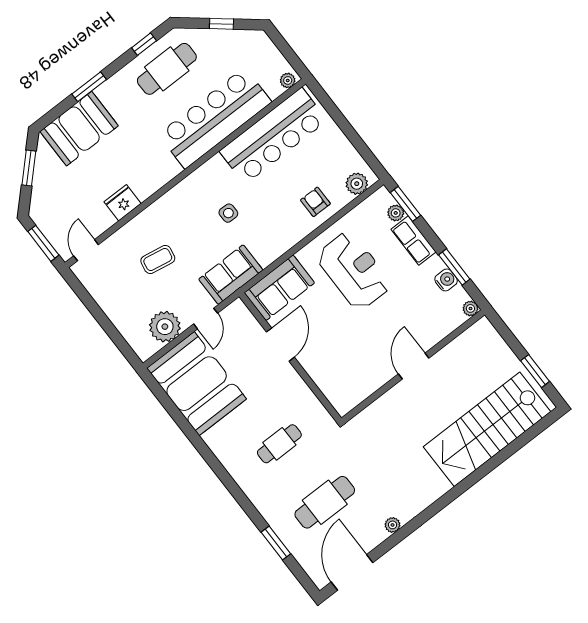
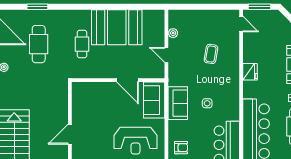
fridge: (123, 203) -> (250, 72), moved
sofa: (231, 275) -> (178, 103), moved
plant: (165, 327) -> (173, 33), width x0.53, depth x0.53
door: (414, 366) -> (70, 134), swing flipped
booth: (197, 384) -> (117, 27), moved

